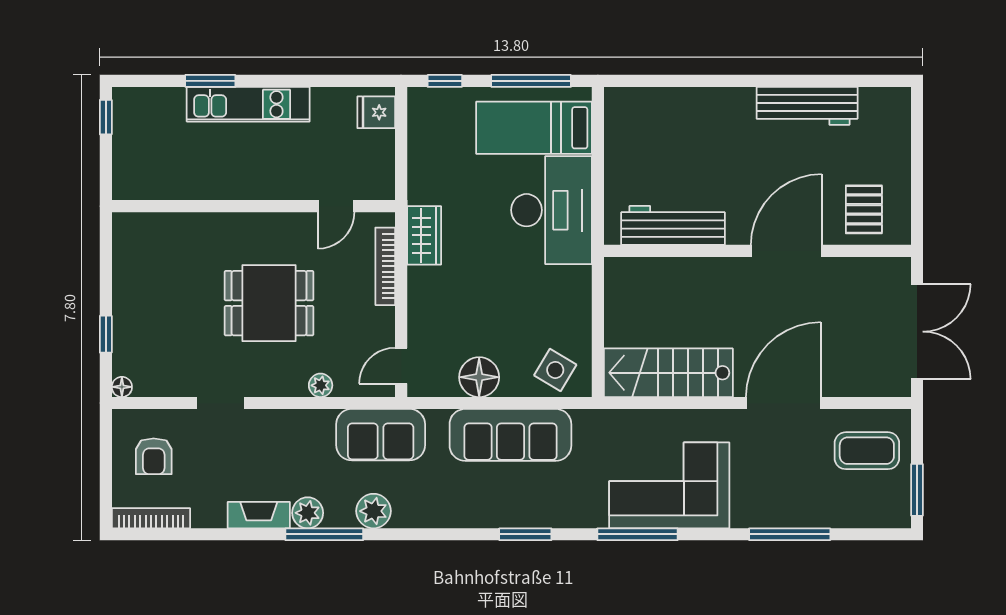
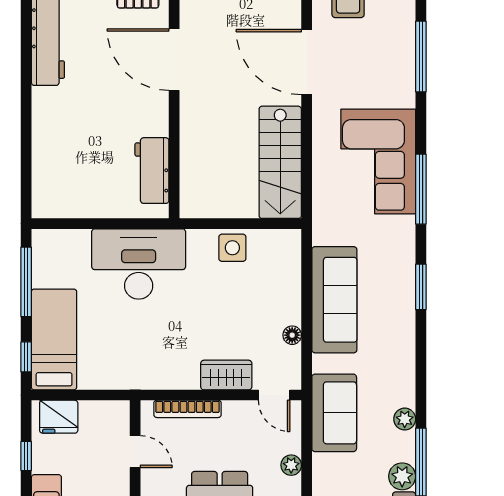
window: (331, 81) -> (26, 456), added
fridge: (376, 112) -> (59, 417), width x1.38
bed: (534, 128) -> (54, 339), moved, turned 180
workbench: (673, 225) -> (152, 171), width x0.73
wardrobe: (424, 235) -> (226, 375), moved
side table: (555, 370) -> (232, 248), moved, turned -31
floor lamp: (479, 377) -> (292, 335), width x0.53, depth x0.53
plant: (374, 511) -> (405, 419), width x0.73, depth x0.73

